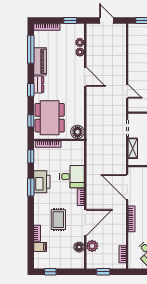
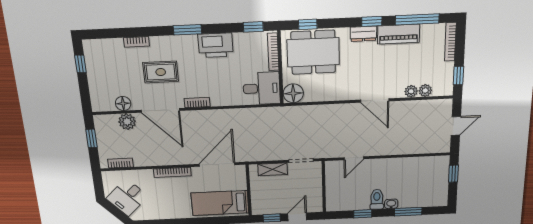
door: (85, 77) -> (375, 101), hinge flipped
window: (31, 90) -> (372, 21), moved
desk: (72, 177) -> (262, 88), moved, turned -90
window: (31, 187) -> (187, 30), moved
filing cabinet: (40, 247) -> (116, 47), removed

